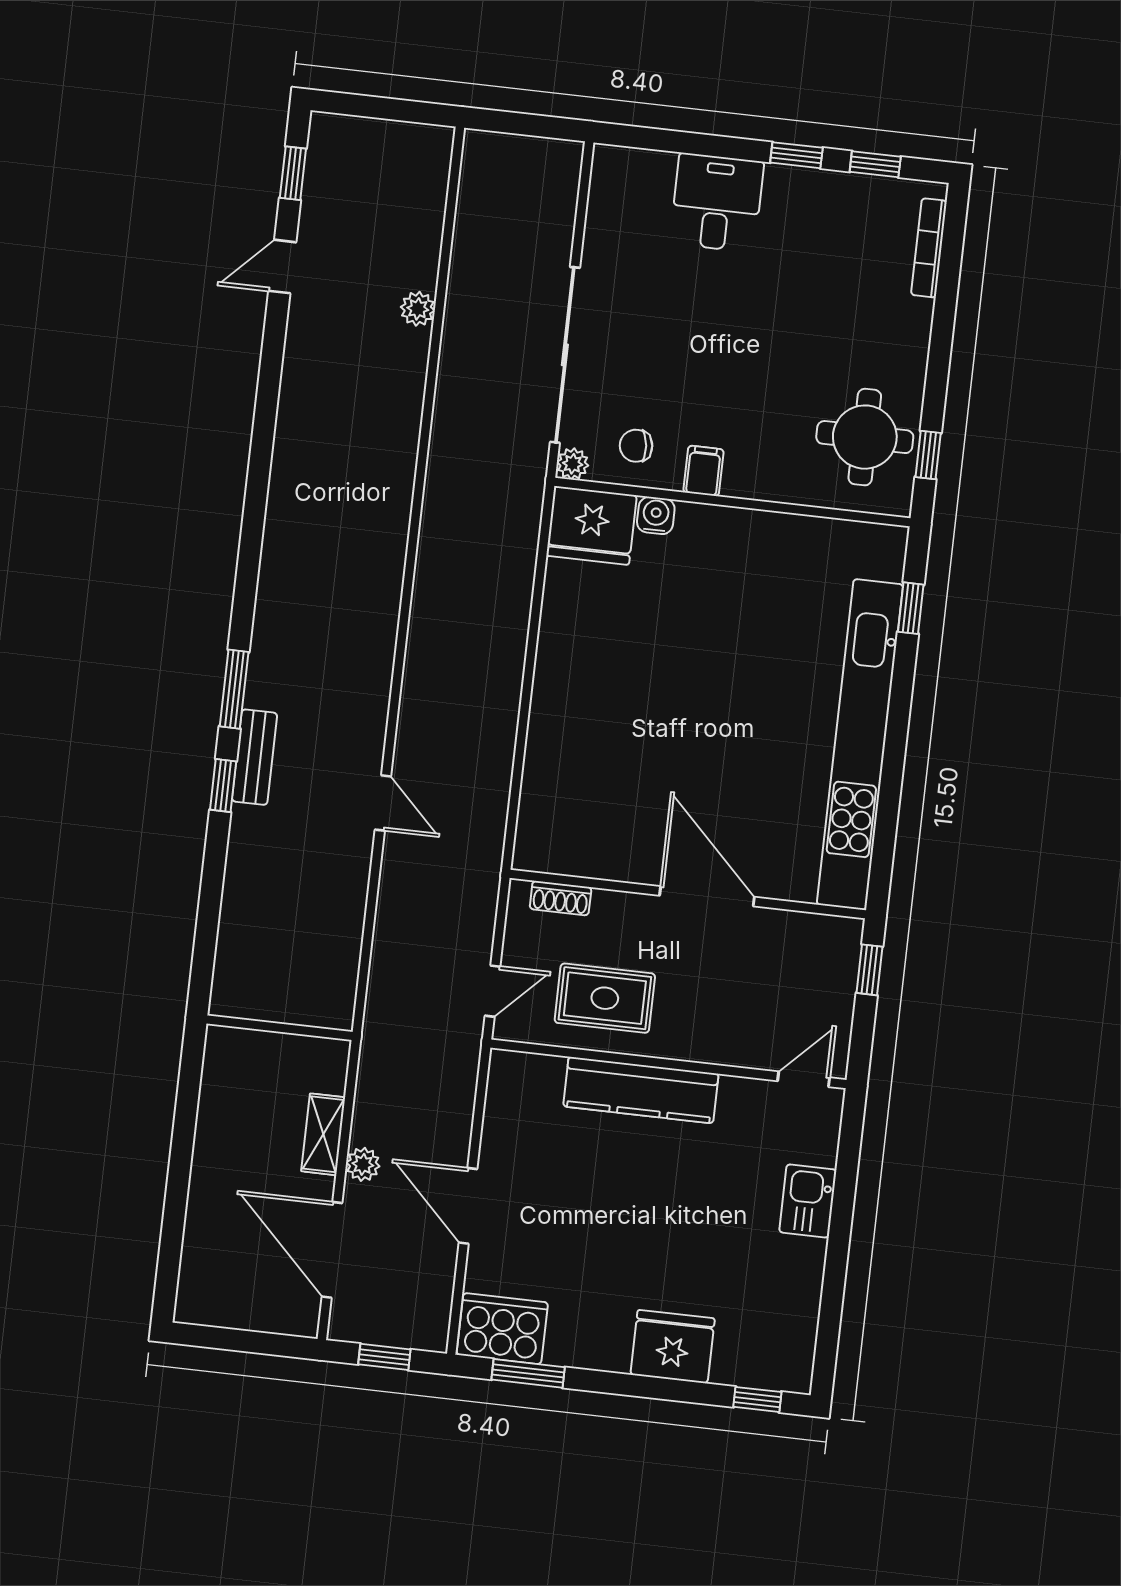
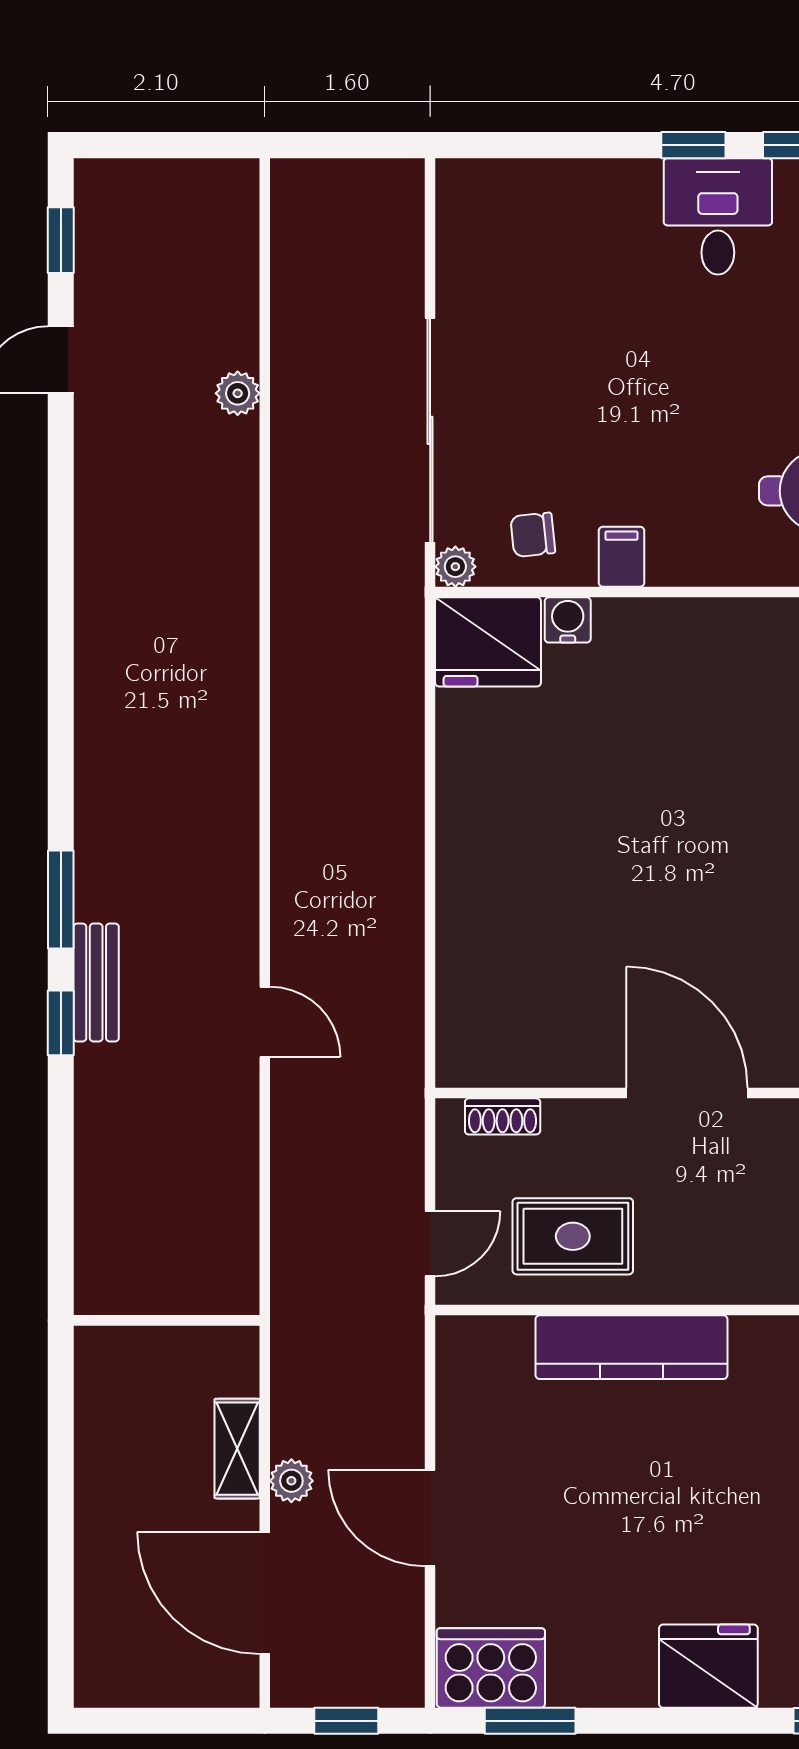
desk: (717, 203) -> (718, 216), moved

